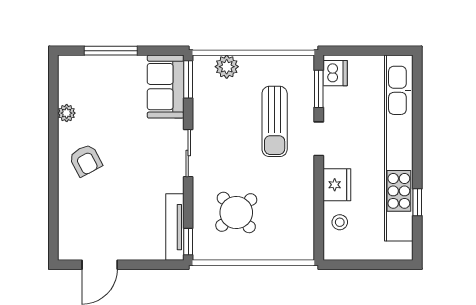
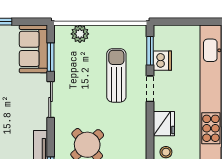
dishwasher: (335, 73) -> (162, 61), moved
window: (188, 79) -> (51, 57), moved
sun lounger: (275, 121) -> (116, 75), turned 180

